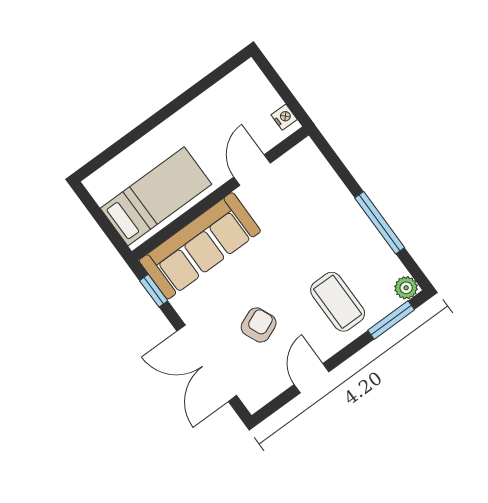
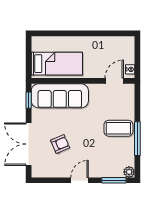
door: (252, 170) -> (114, 81), moved
coffee table: (338, 302) -> (118, 128), moved, turned 90
door: (312, 378) -> (80, 180), moved

